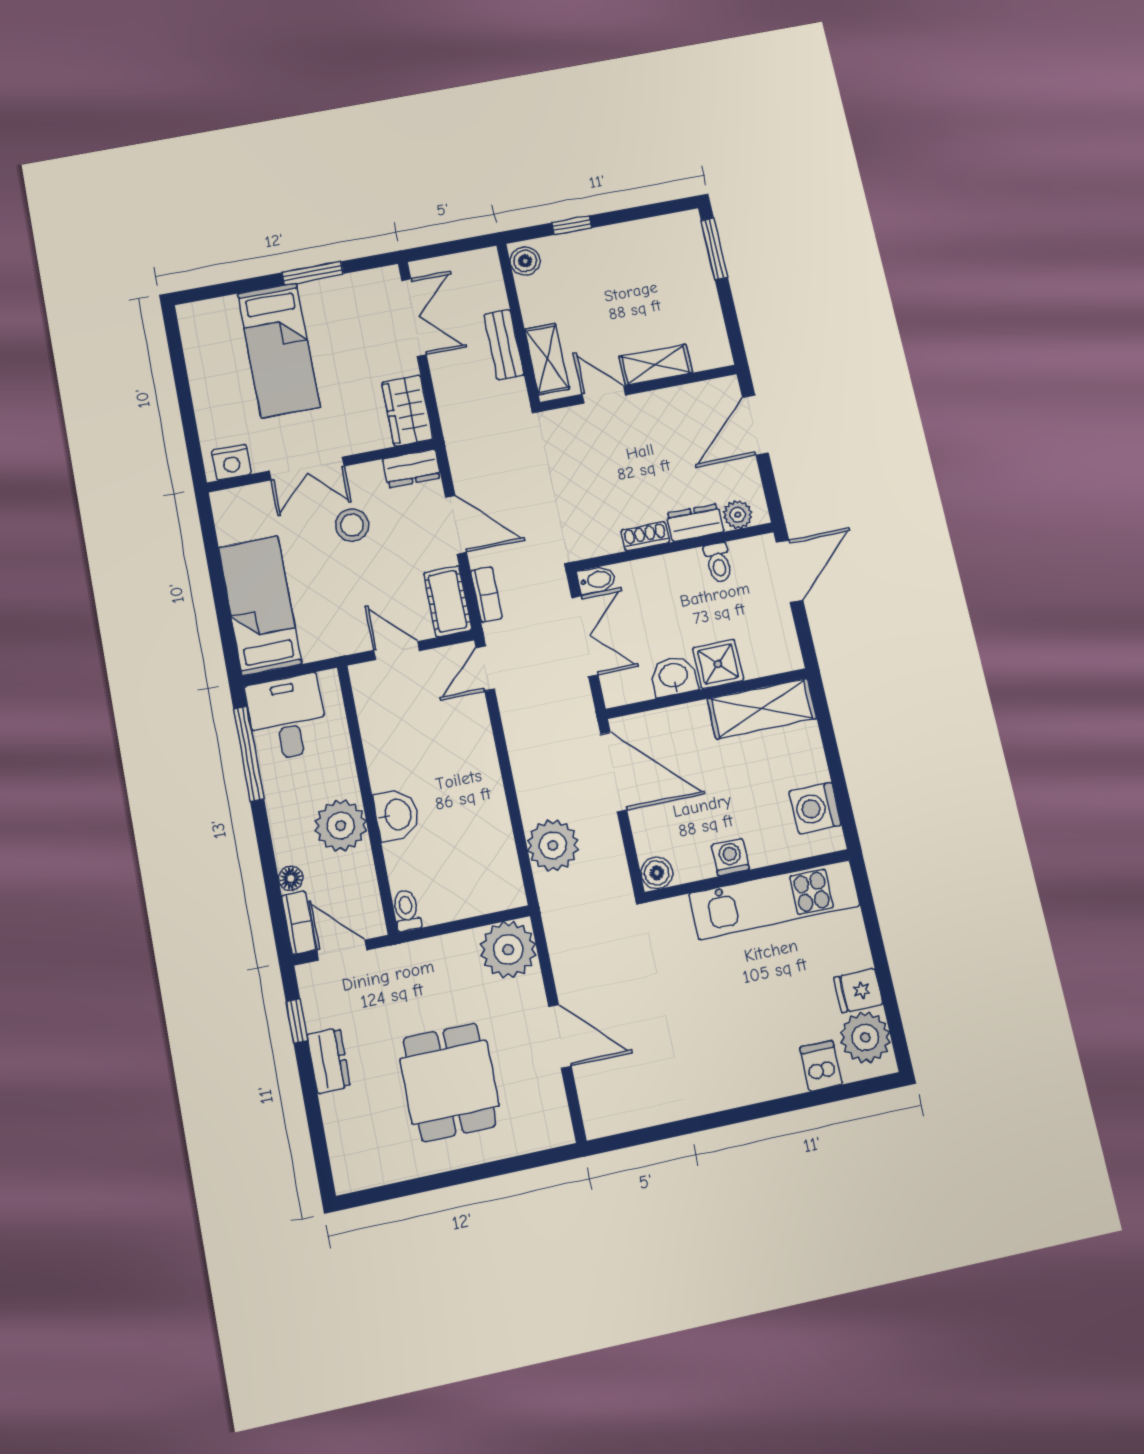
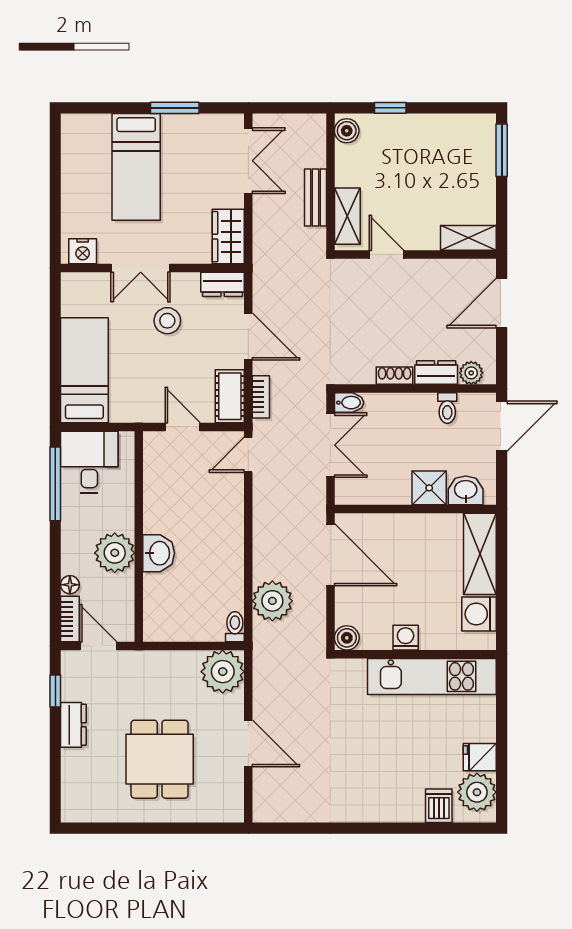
shelving: (656, 365) -> (468, 238), moved
washbasin: (674, 676) -> (466, 490), moved
shelving: (762, 709) -> (480, 554), moved, turned 90
toilet: (407, 910) -> (235, 627), moved

